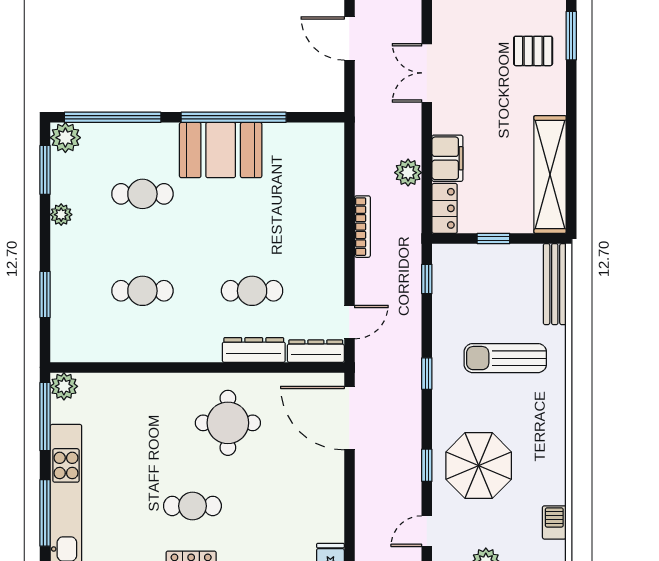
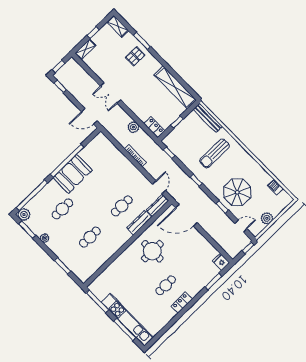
door: (349, 38) -> (89, 116), moved
filing cabinet: (447, 158) -> (141, 112), removed
plant: (64, 386) -> (94, 287), removed
door: (427, 531) -> (241, 226), swing flipped

